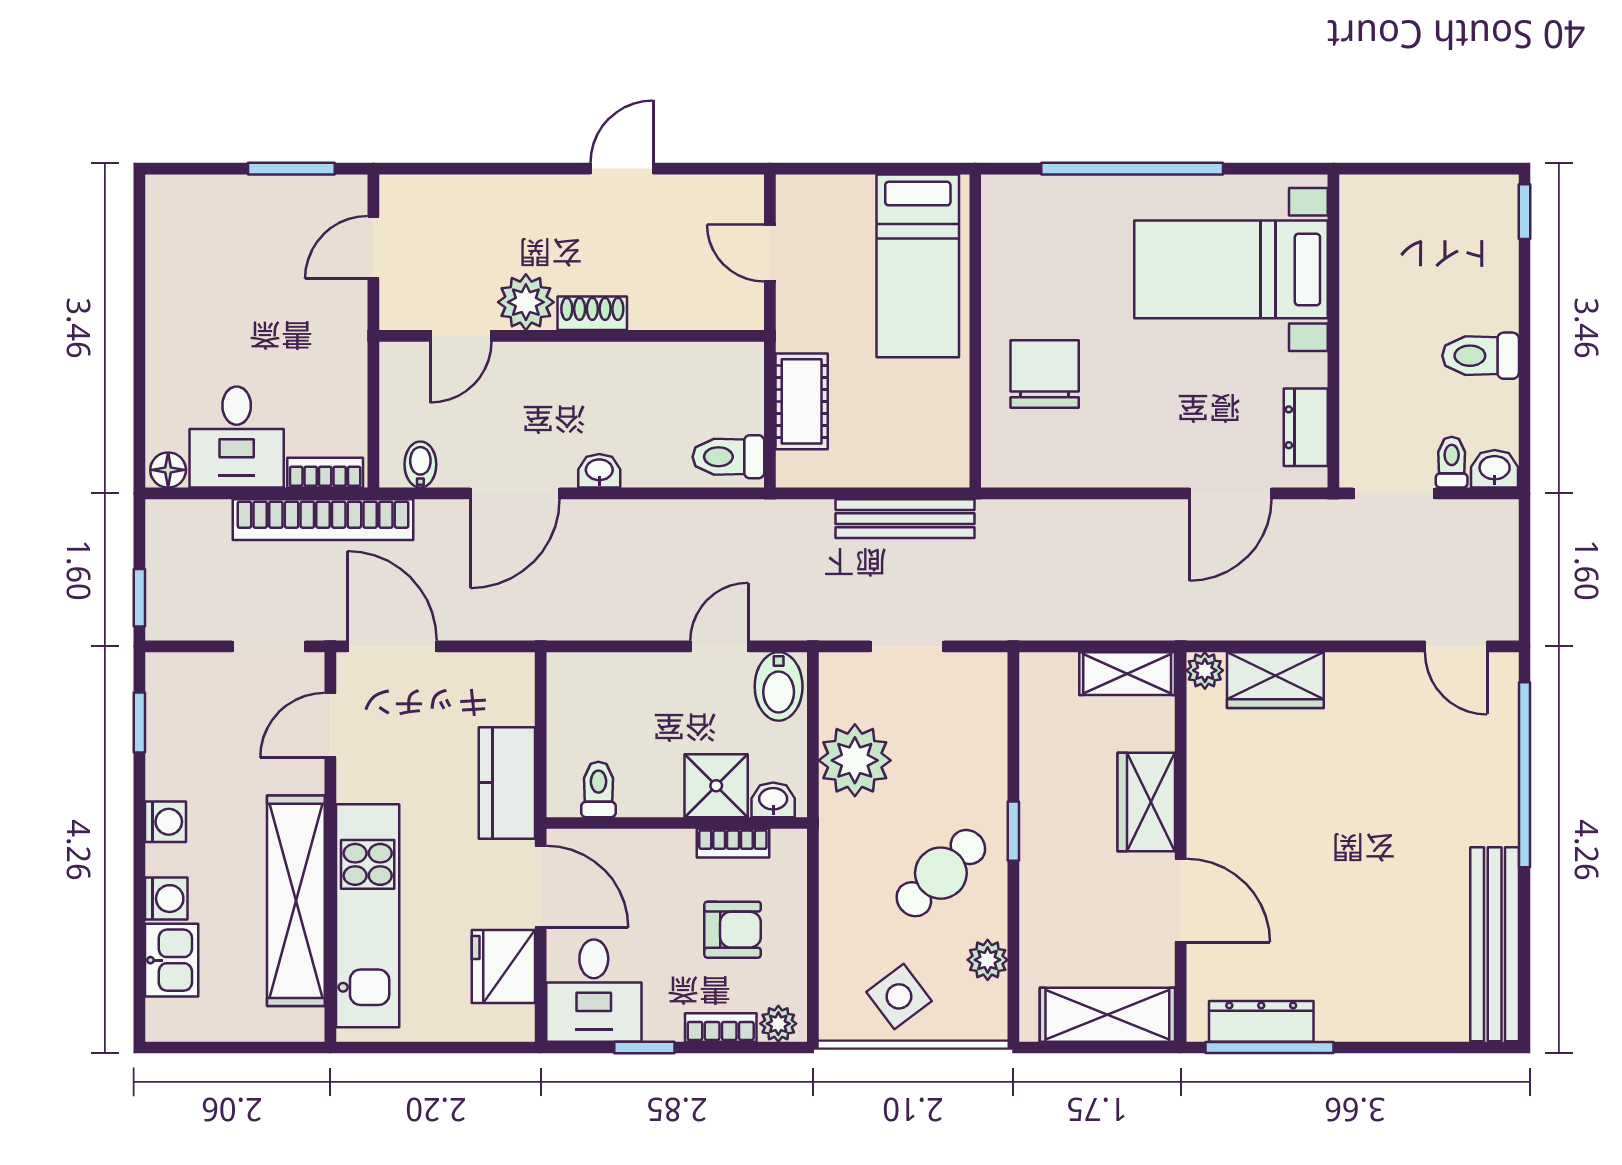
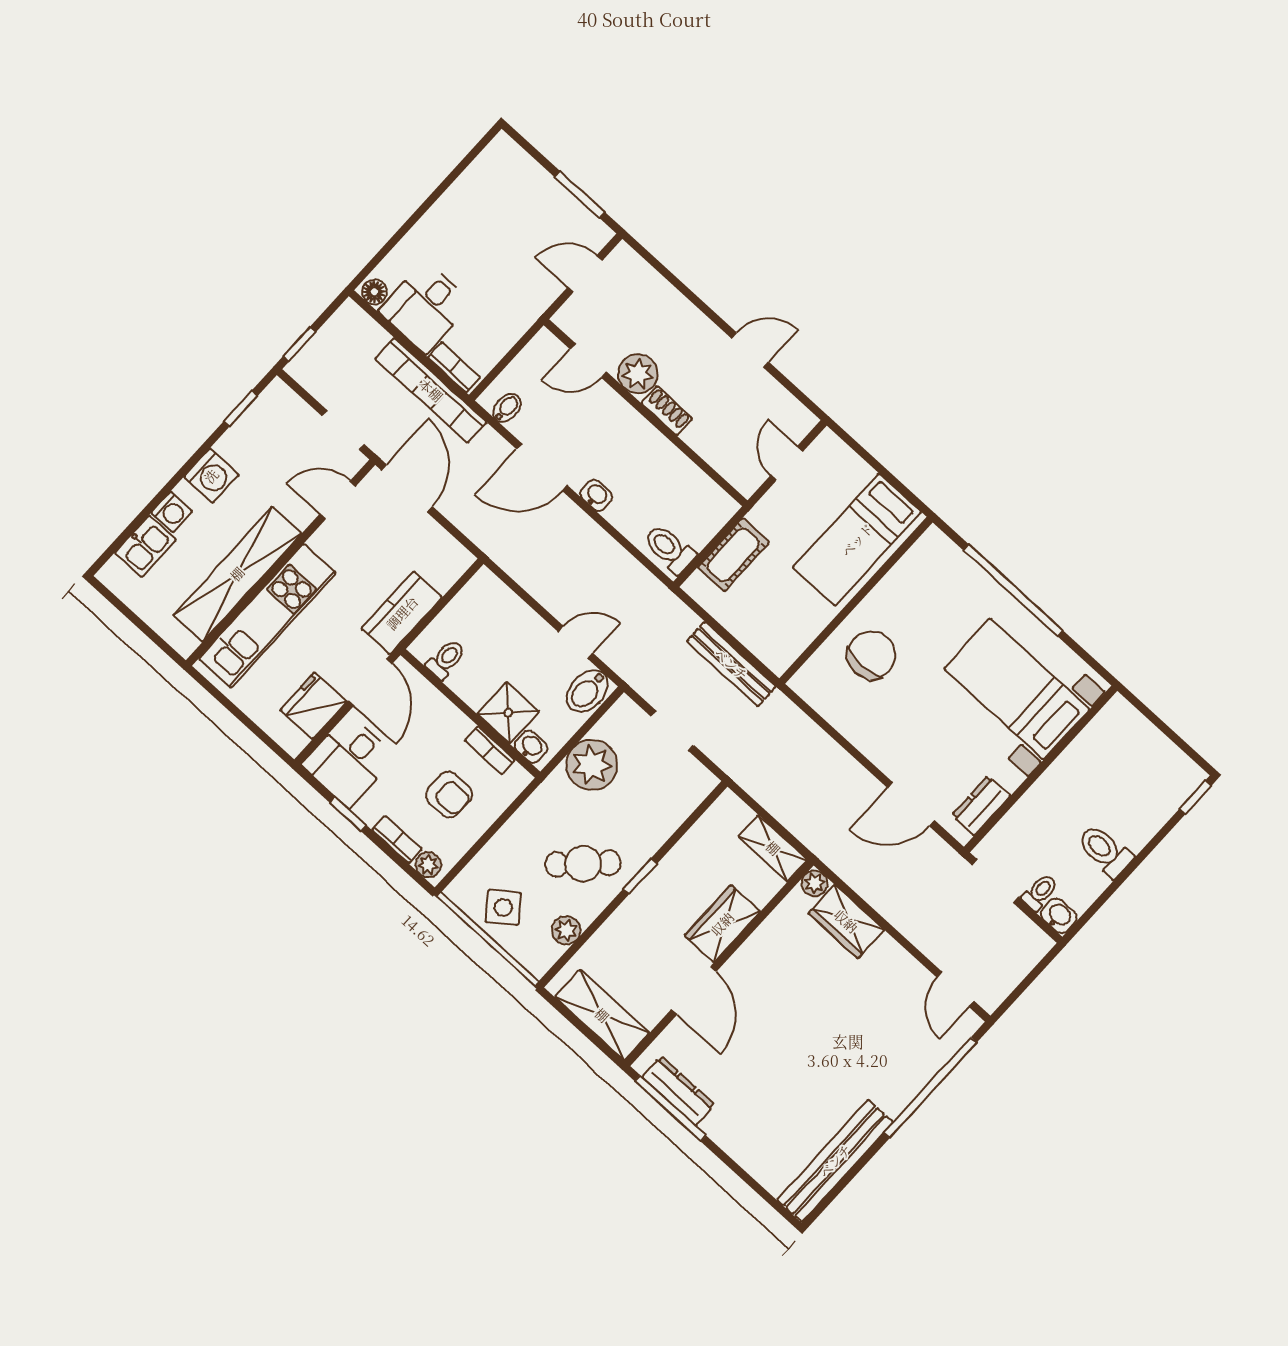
washing machine: (165, 822) -> (211, 476), width x1.38, depth x1.38

